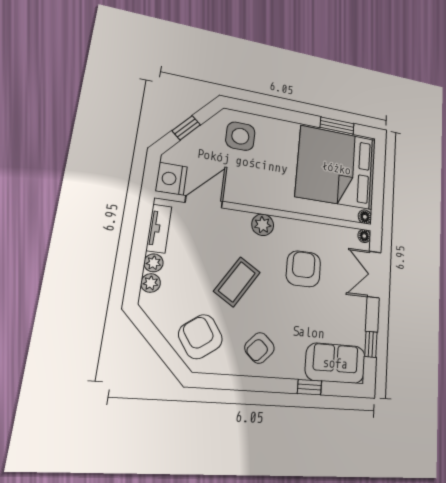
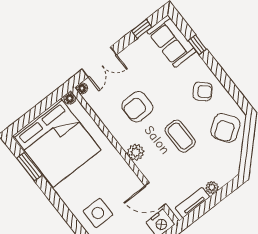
coffee table: (237, 282) -> (180, 136), turned 58
plant: (151, 283) -> (223, 179), removed

